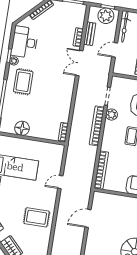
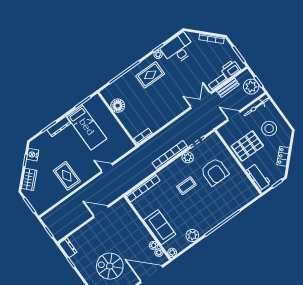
printer: (78, 18) -> (231, 69), added

